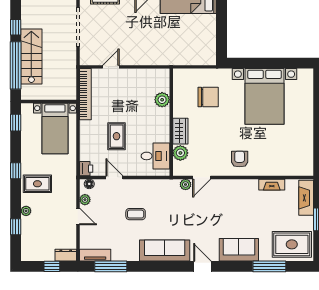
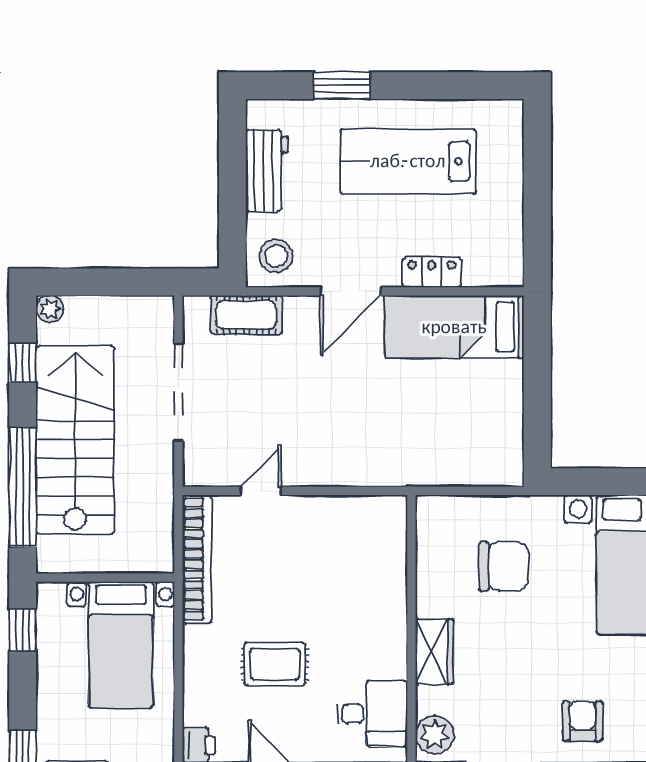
window: (16, 27) -> (23, 363), moved
stairs: (31, 56) -> (75, 440), width x1.36, depth x1.51
plant: (162, 100) -> (389, 573), removed
rug: (117, 136) -> (275, 664), turned 90
plant: (180, 153) -> (434, 735), moved

